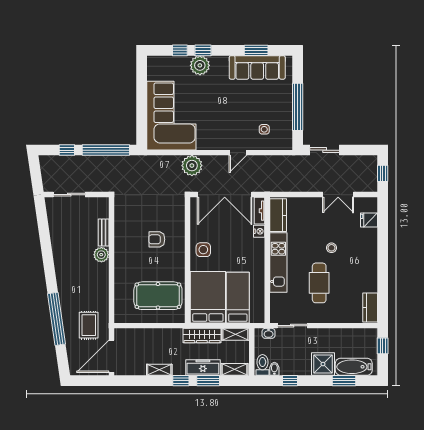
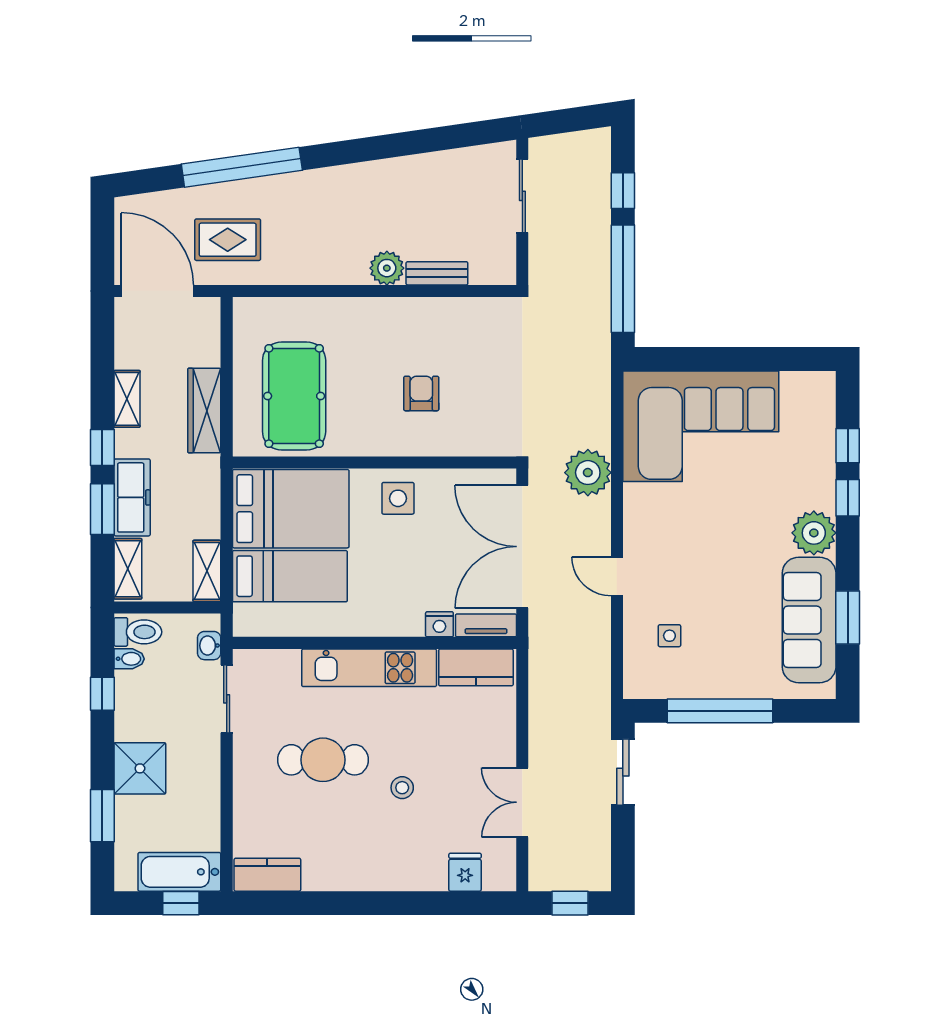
plant: (200, 65) -> (814, 533), moved
wardrobe: (202, 336) -> (204, 411), moved
bathtub: (354, 367) -> (179, 872), moved, turned -90

